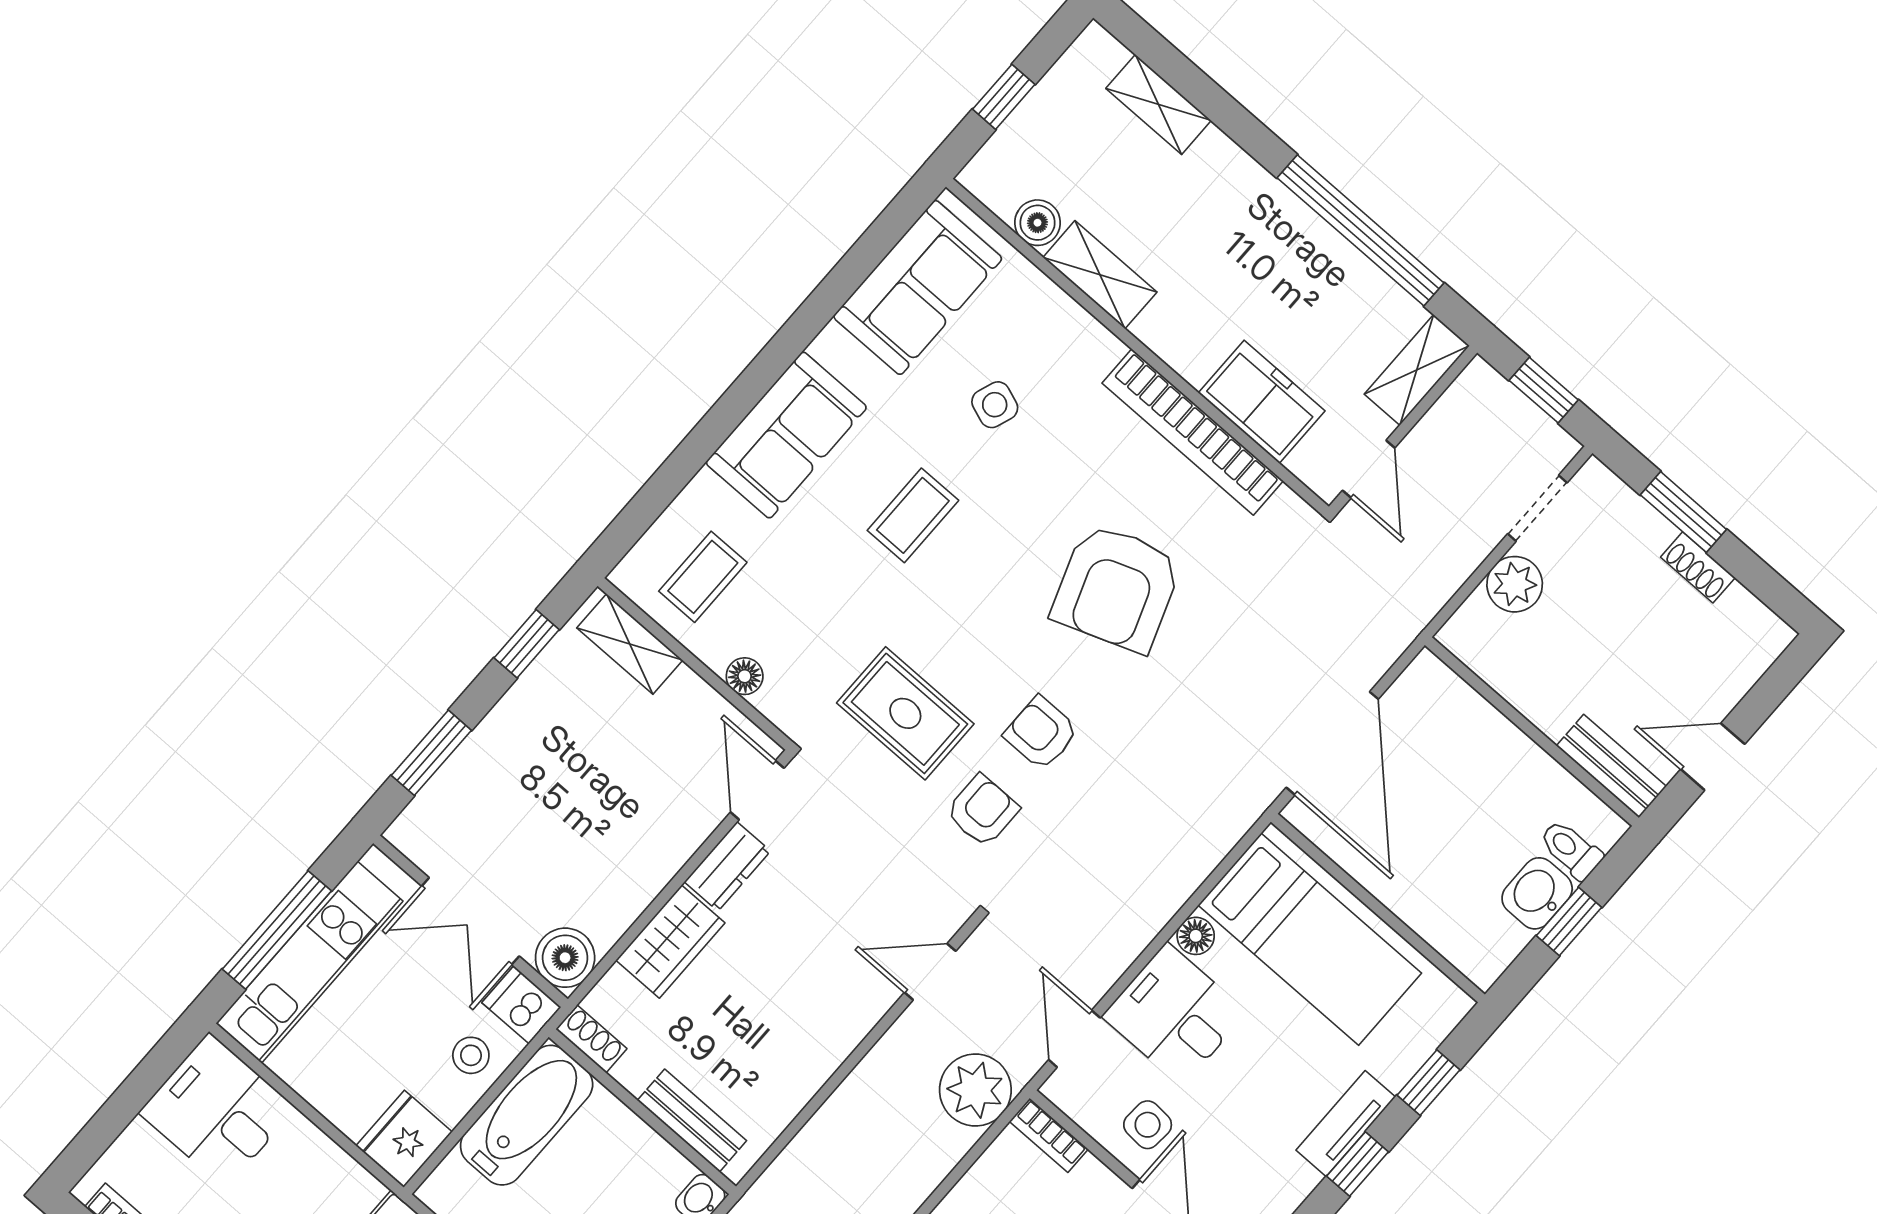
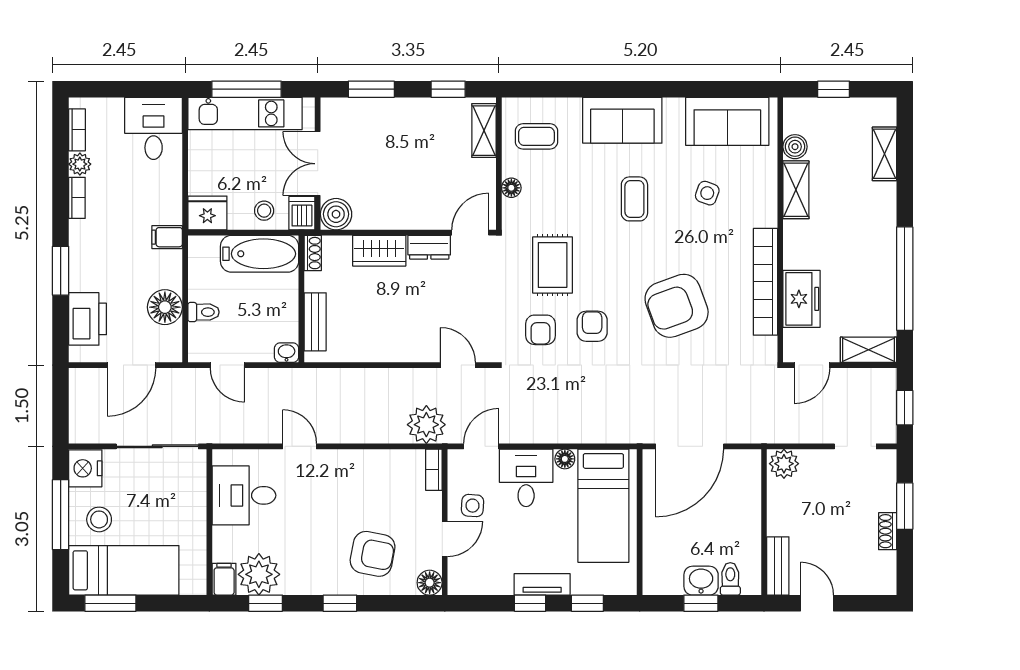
coffee table: (913, 515) -> (634, 199), turned 90
plant: (1515, 584) -> (784, 464), moved
armchair: (982, 811) -> (541, 330), turned 90

